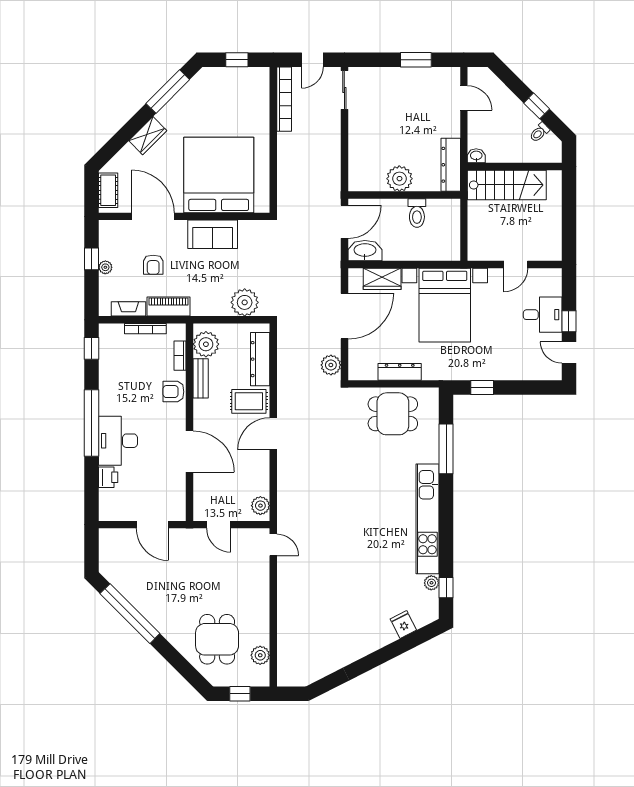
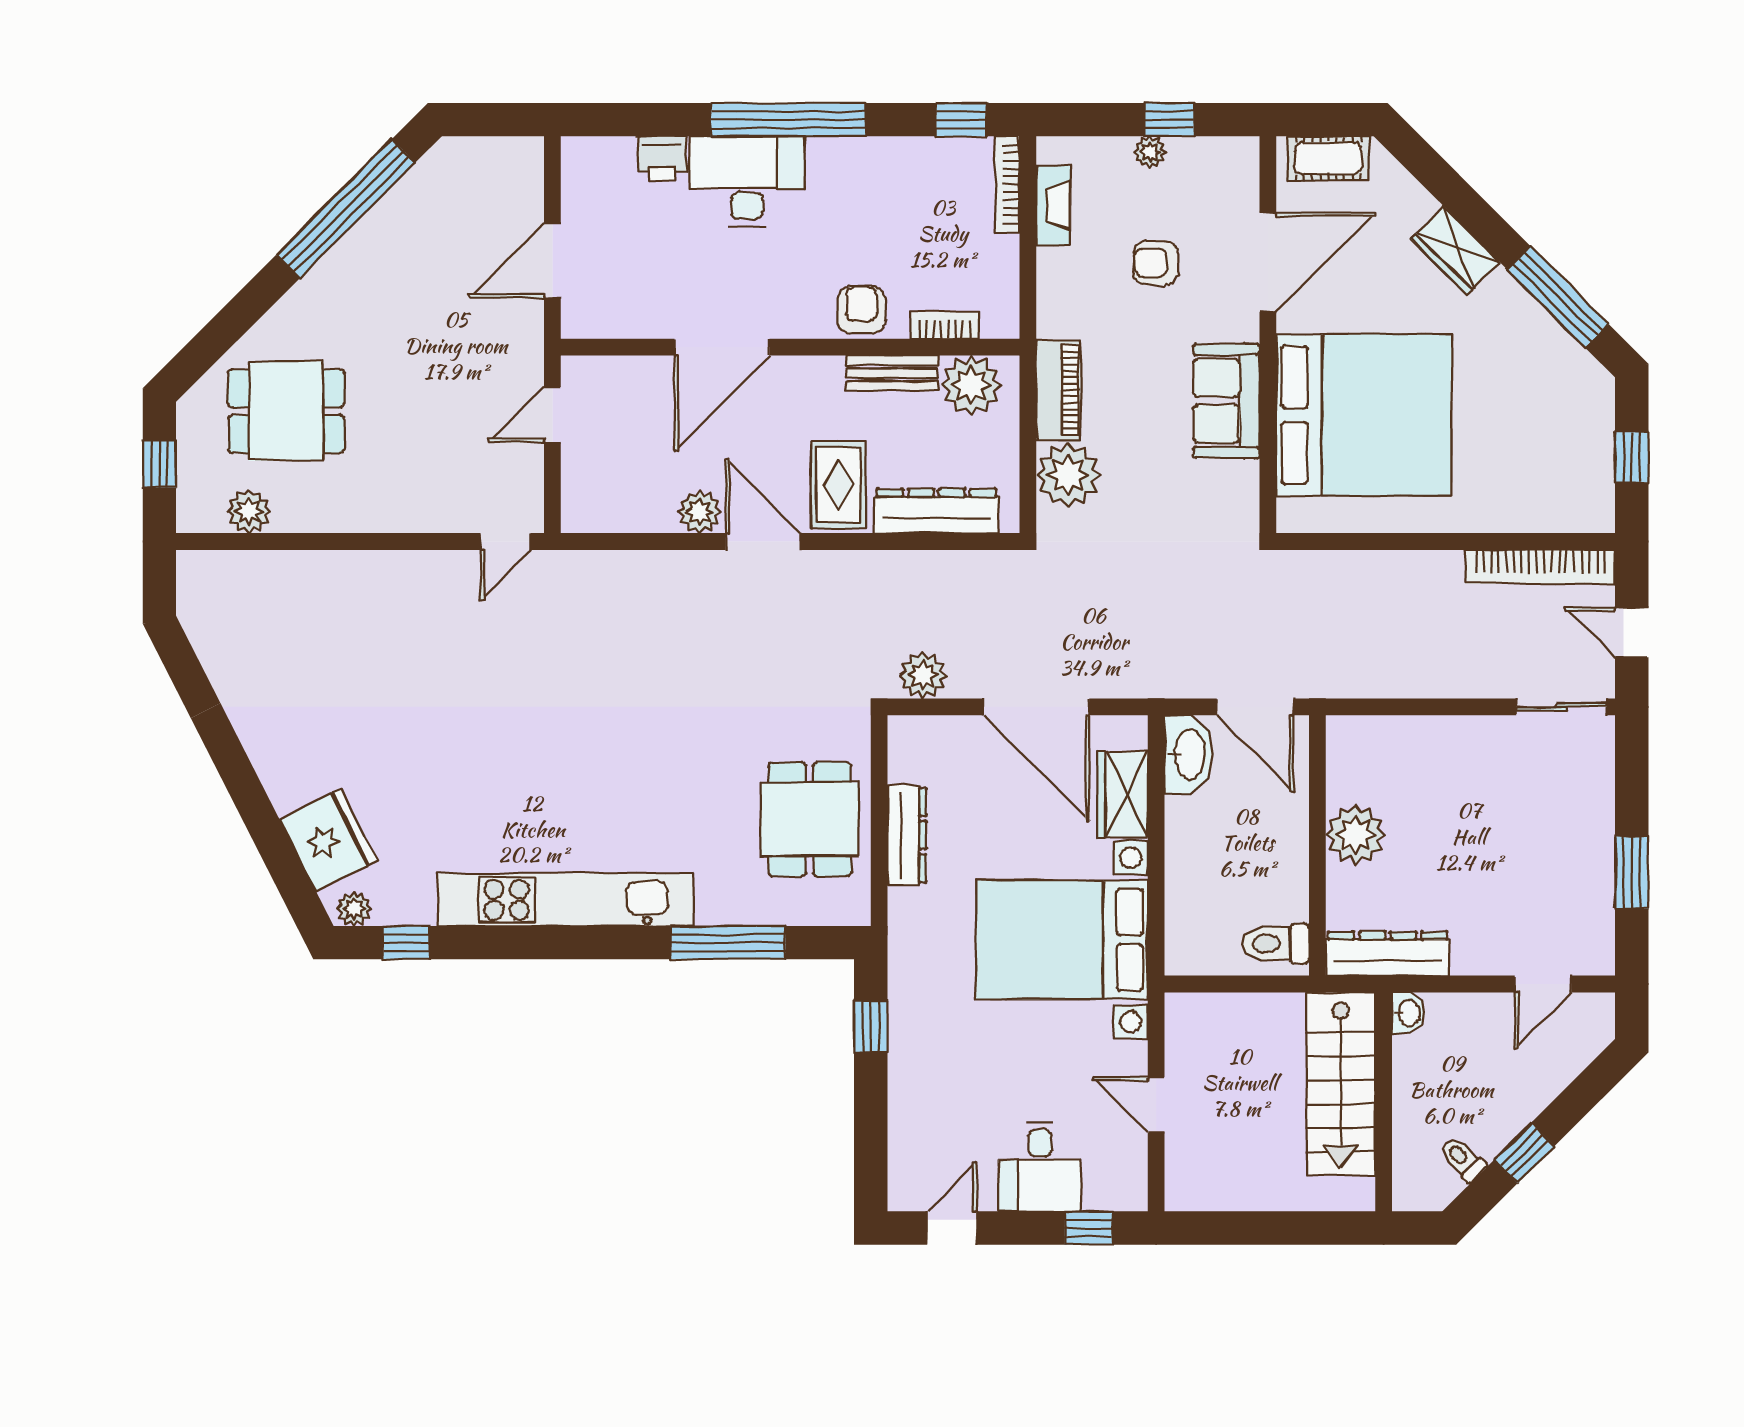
toilet: (417, 213) -> (1276, 944), moved
piano: (168, 307) -> (1058, 390), moved
window: (569, 321) -> (1089, 1228), moved
bookcase: (145, 329) -> (1007, 185), moved
plant: (260, 506) -> (700, 512), moved
plant: (431, 583) -> (354, 909), moved
fridge: (403, 624) -> (328, 840), width x1.88, depth x1.34

